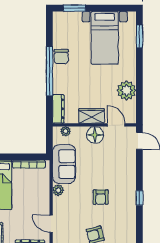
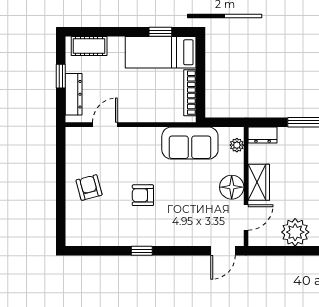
dresser: (58, 109) -> (263, 135), width x0.70
plant: (58, 190) -> (153, 135), removed

